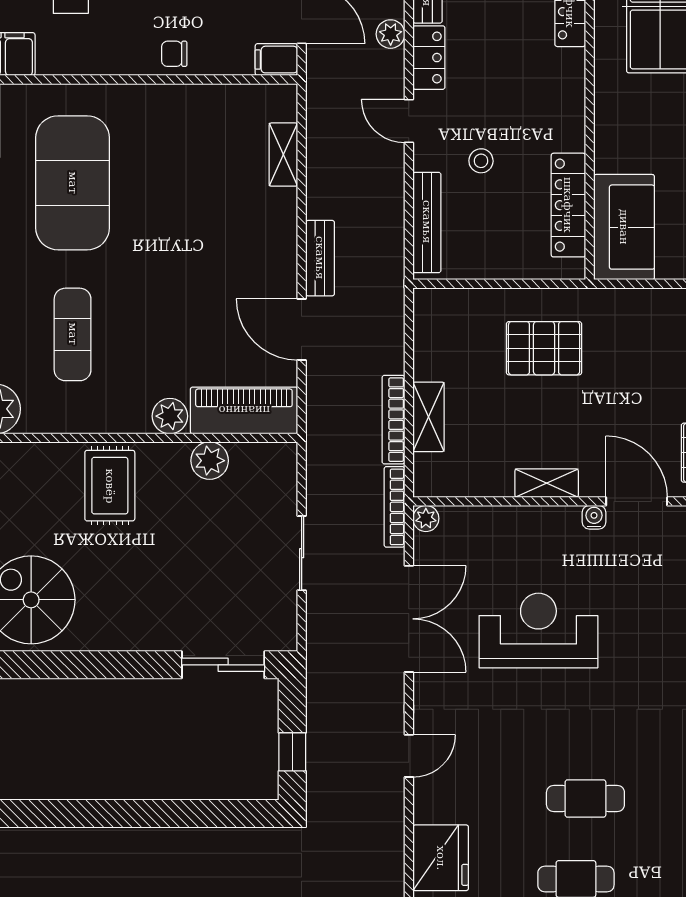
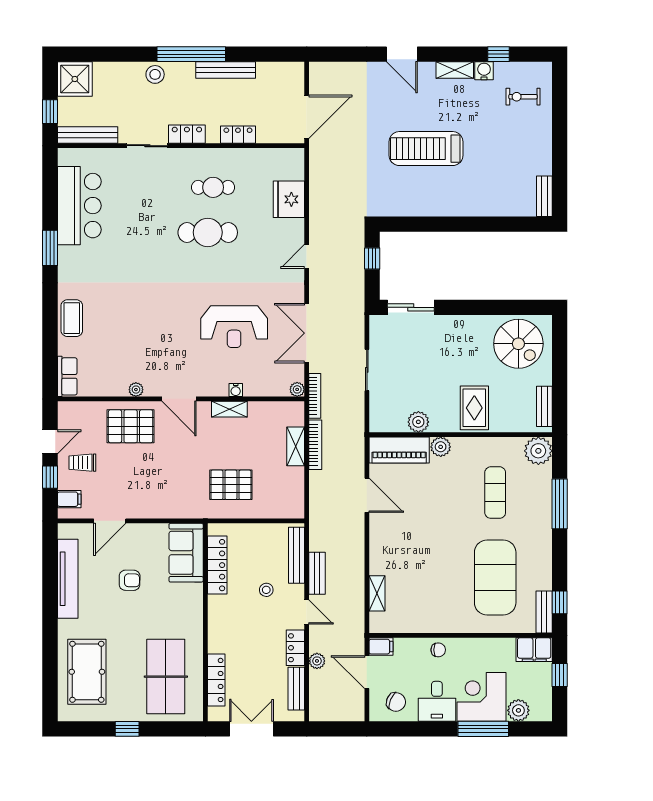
bench: (320, 258) -> (317, 573), moved
water cooler: (594, 517) -> (236, 390), moved
cafe table: (585, 799) -> (208, 232), width x1.37, depth x1.35

